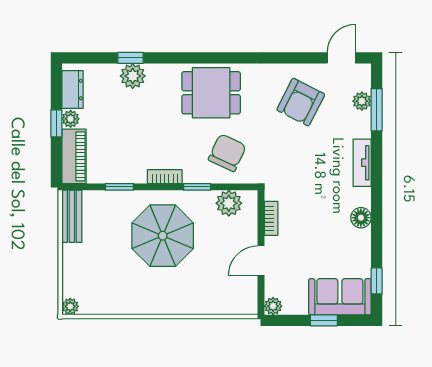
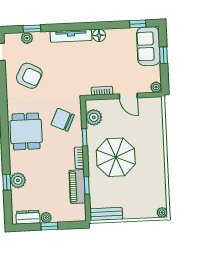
window: (377, 110) -> (32, 29), width x0.67
piano: (74, 156) -> (77, 187), moved, turned -90
tv unit: (362, 163) -> (71, 36), width x1.41

